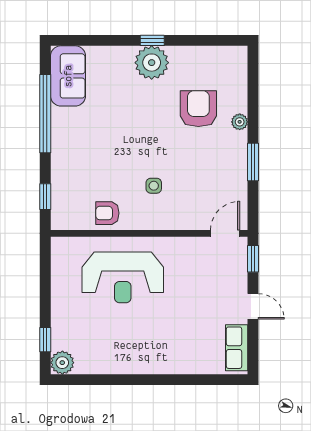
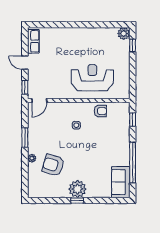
armchair: (198, 109) -> (53, 165), turned 107

